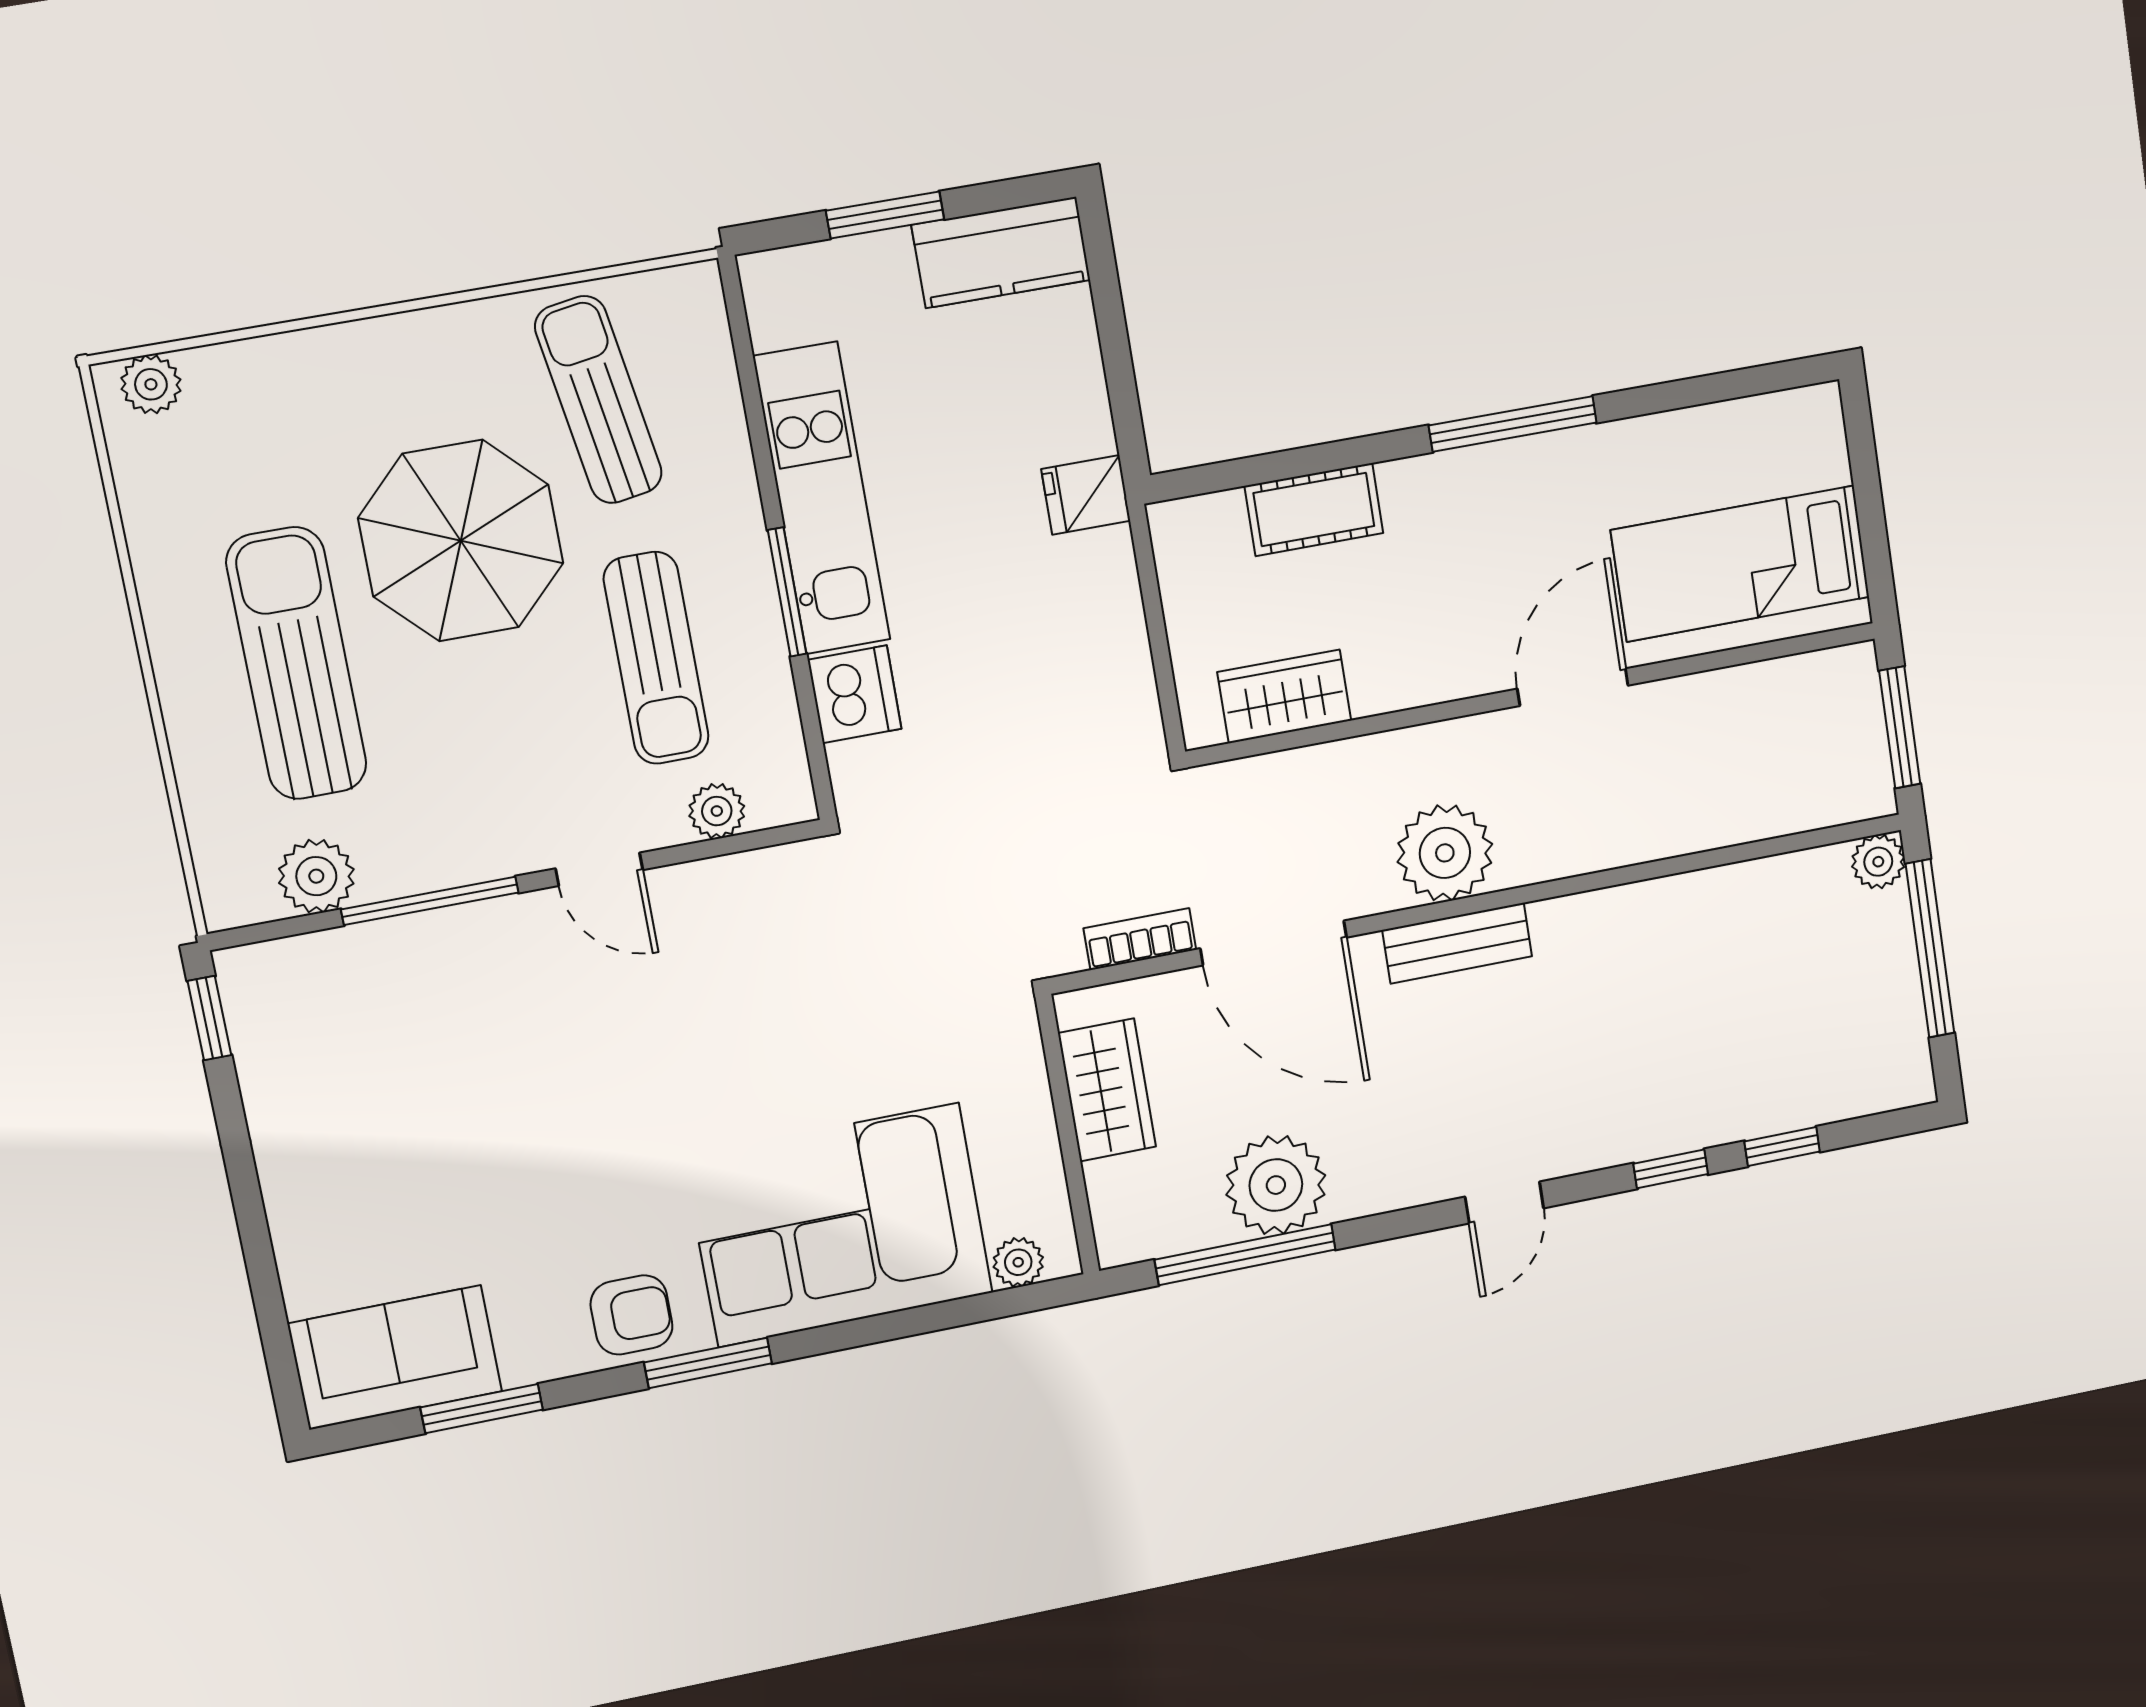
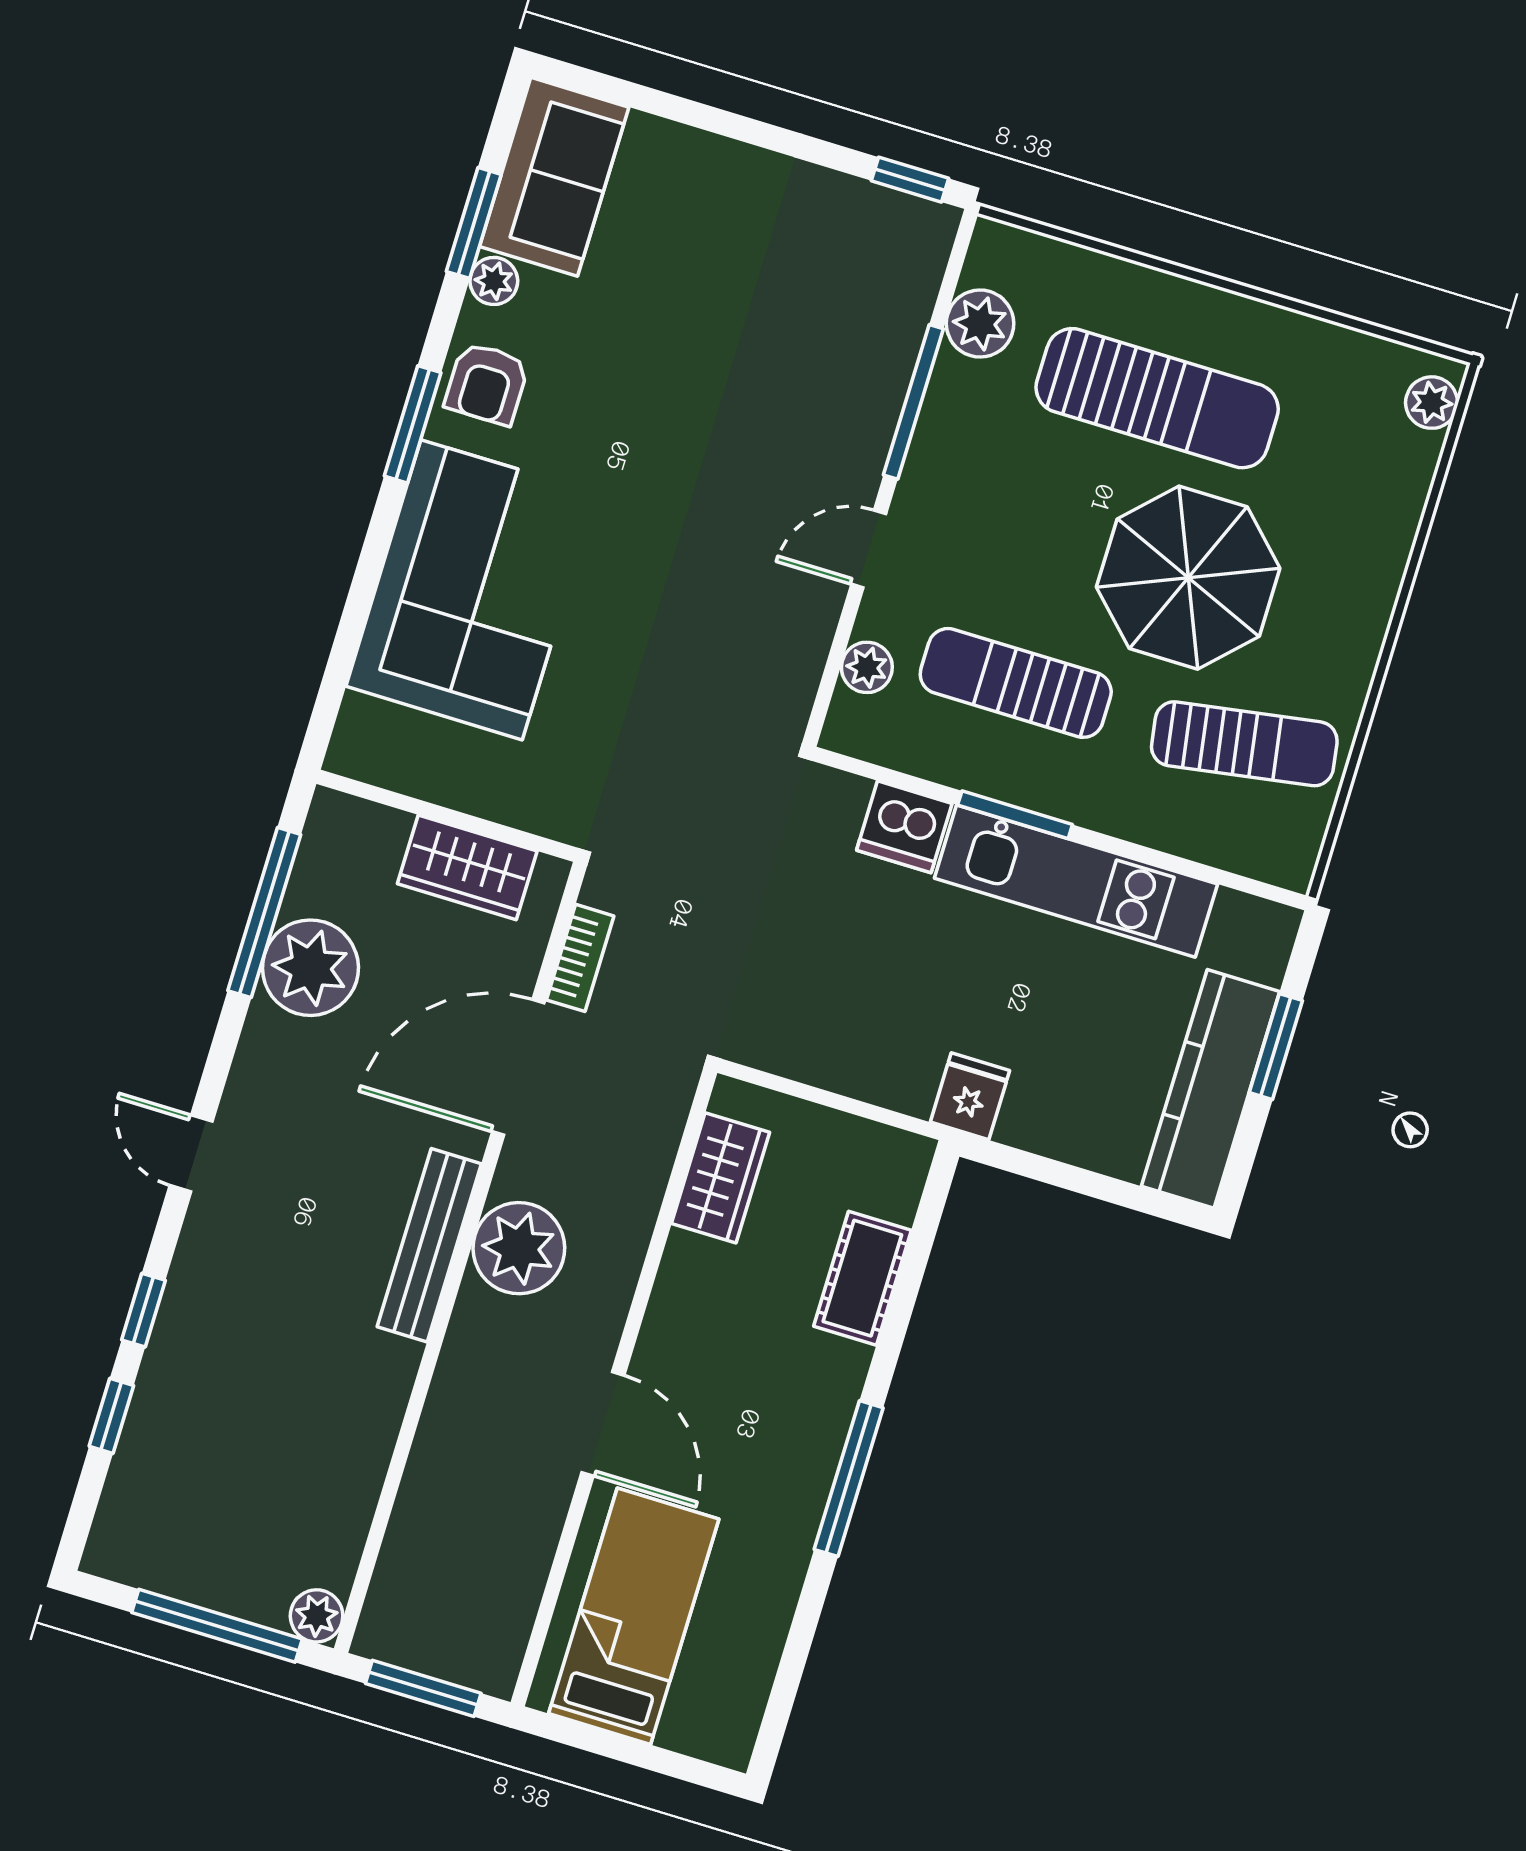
kitchen counter: (1001, 252) -> (1211, 1089), width x1.50
bench: (1457, 943) -> (429, 1245), width x1.36
plant: (1018, 1262) -> (494, 281), moved

